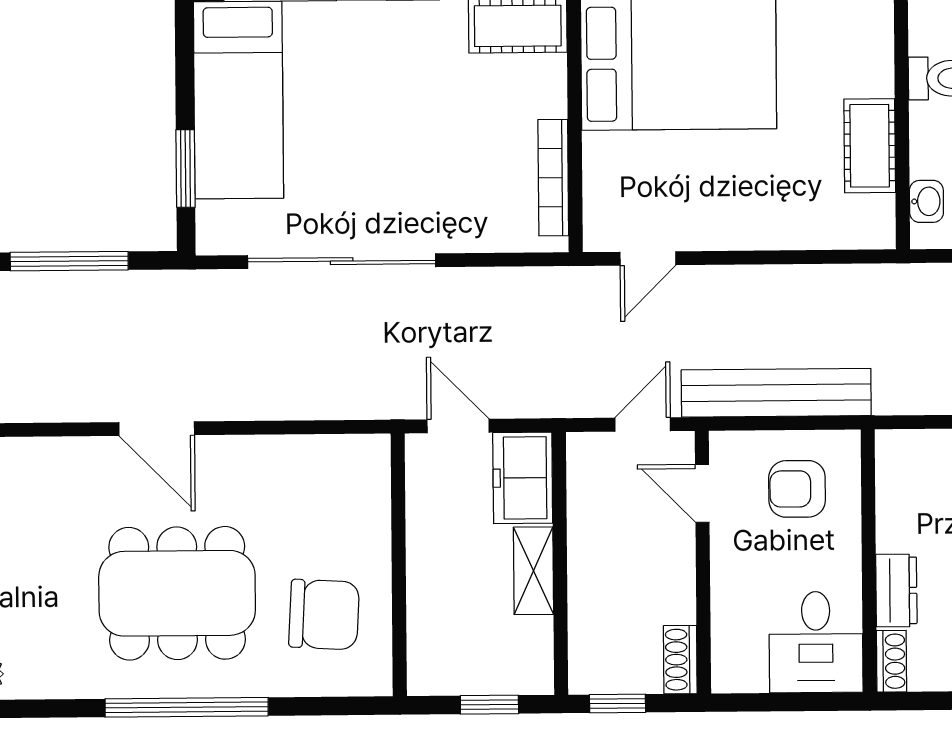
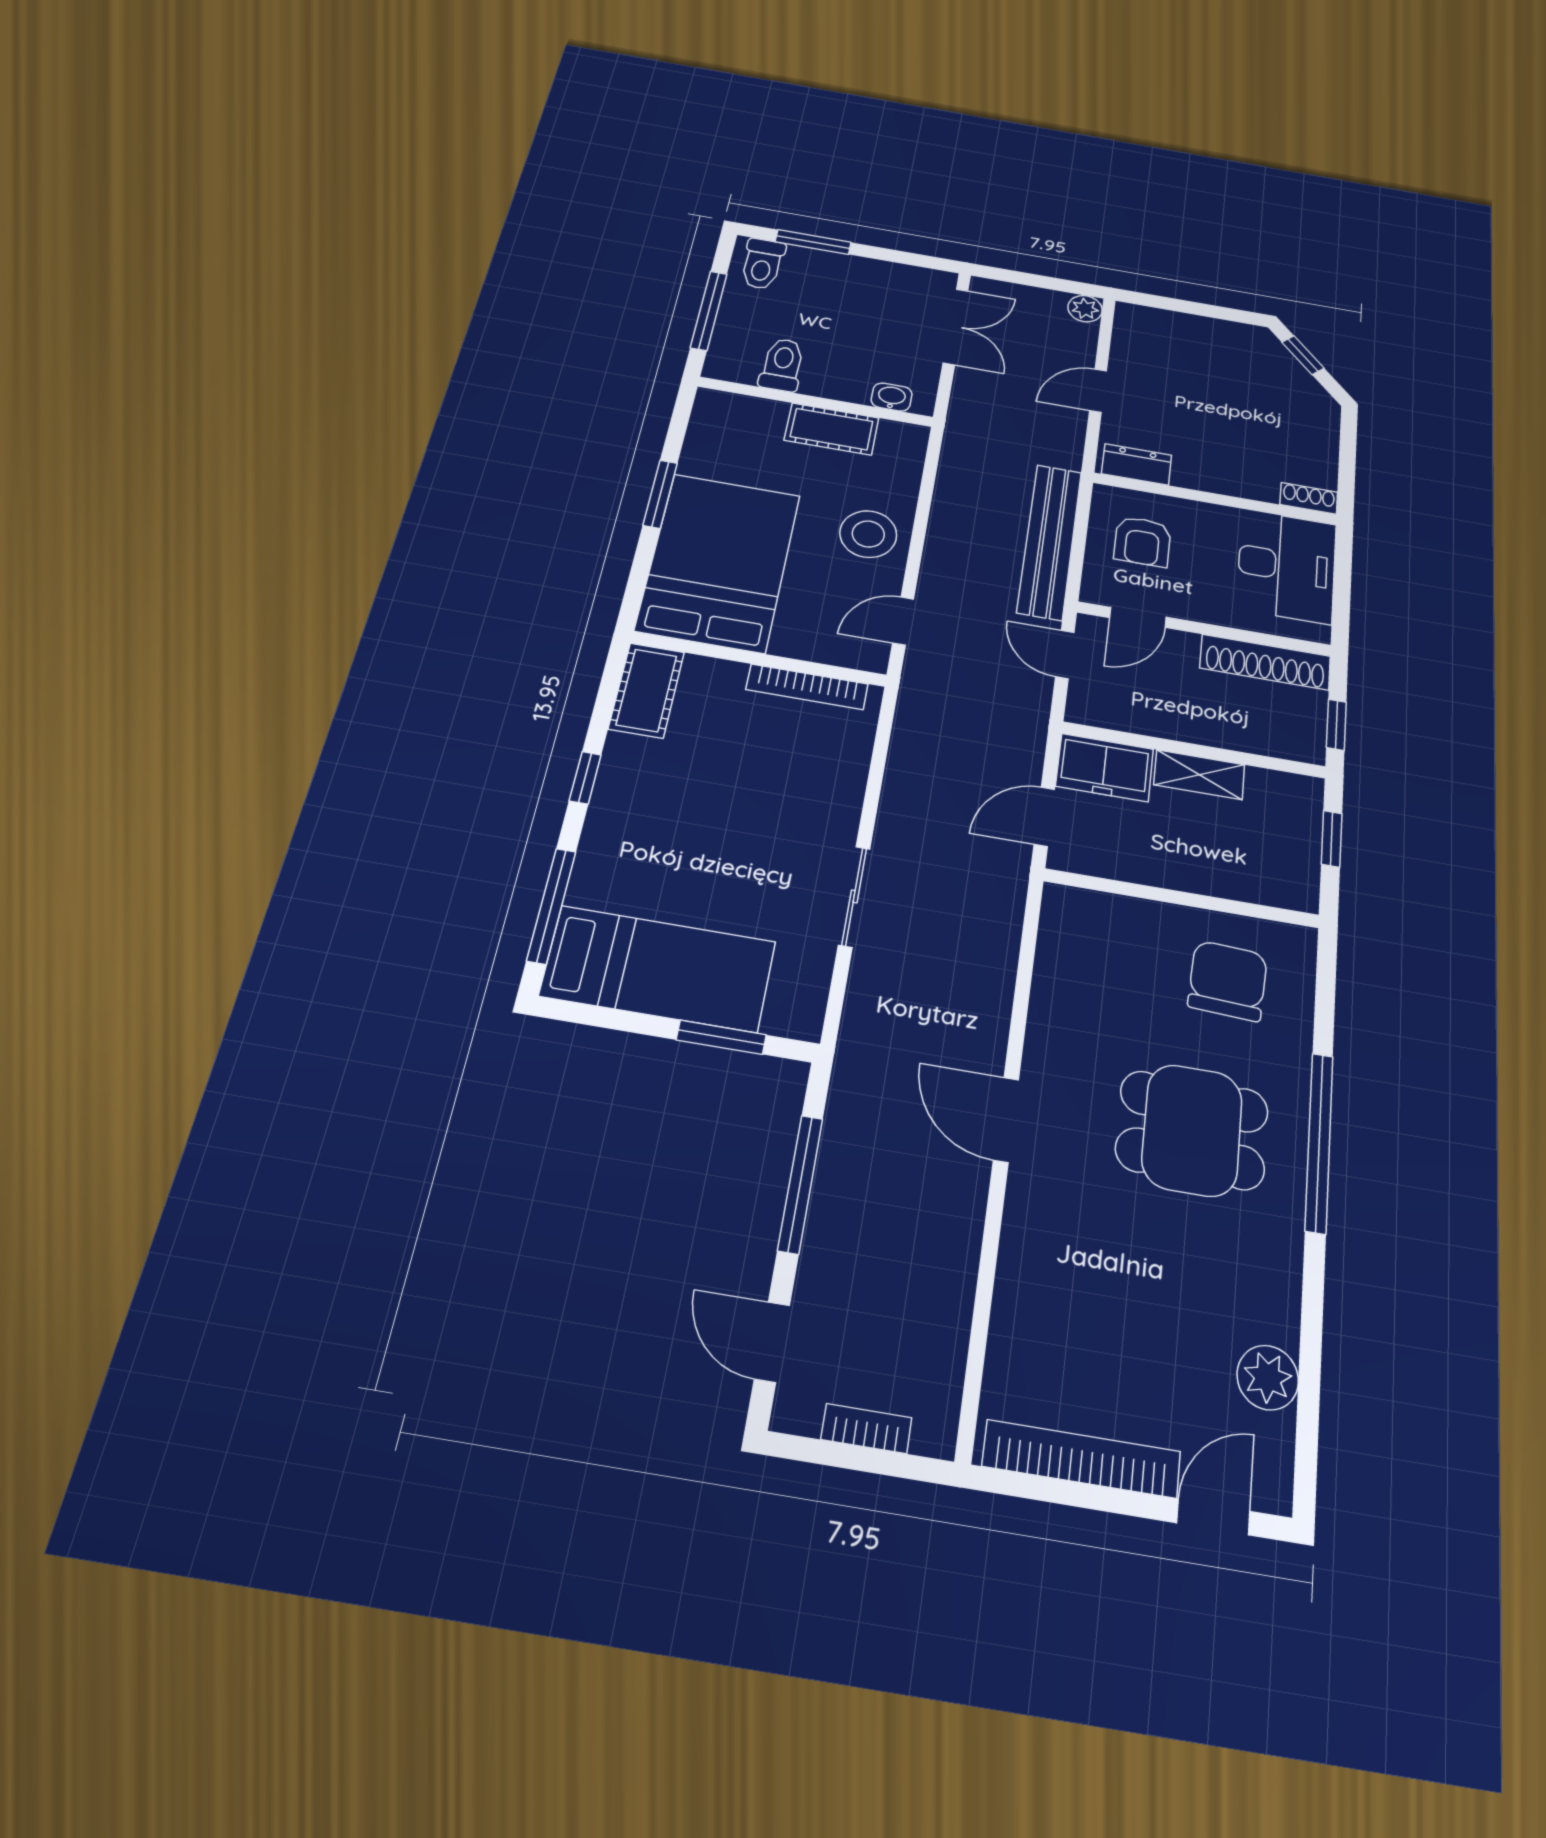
stool: (745, 206) -> (868, 534), added
door: (648, 258) -> (903, 621), swing flipped
sliding door: (342, 261) -> (854, 896), width x0.54
door: (157, 429) -> (1006, 1120), swing flipped
dresser: (896, 591) -> (1137, 464), moved
dining table: (177, 593) -> (1192, 1130), width x0.73
desk: (816, 642) -> (1287, 566), width x1.37
shoe rack: (680, 660) -> (1265, 662), width x1.94, depth x1.24

